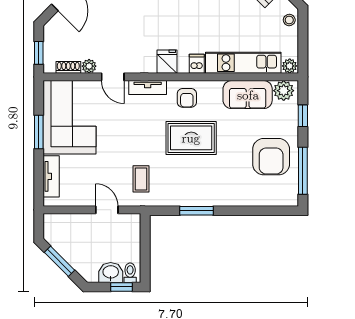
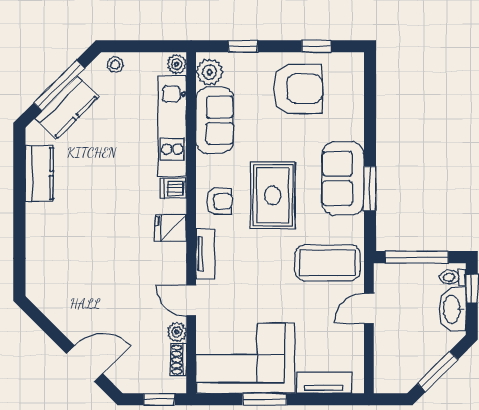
door: (113, 77) -> (191, 300), swing flipped
window: (303, 171) -> (316, 46), width x0.46
coffee table: (141, 179) -> (327, 263), width x1.86, depth x1.72
sofa: (204, 190) -> (343, 179), added
window: (145, 246) -> (417, 257), added
washbasin: (111, 272) -> (452, 309), width x1.38

